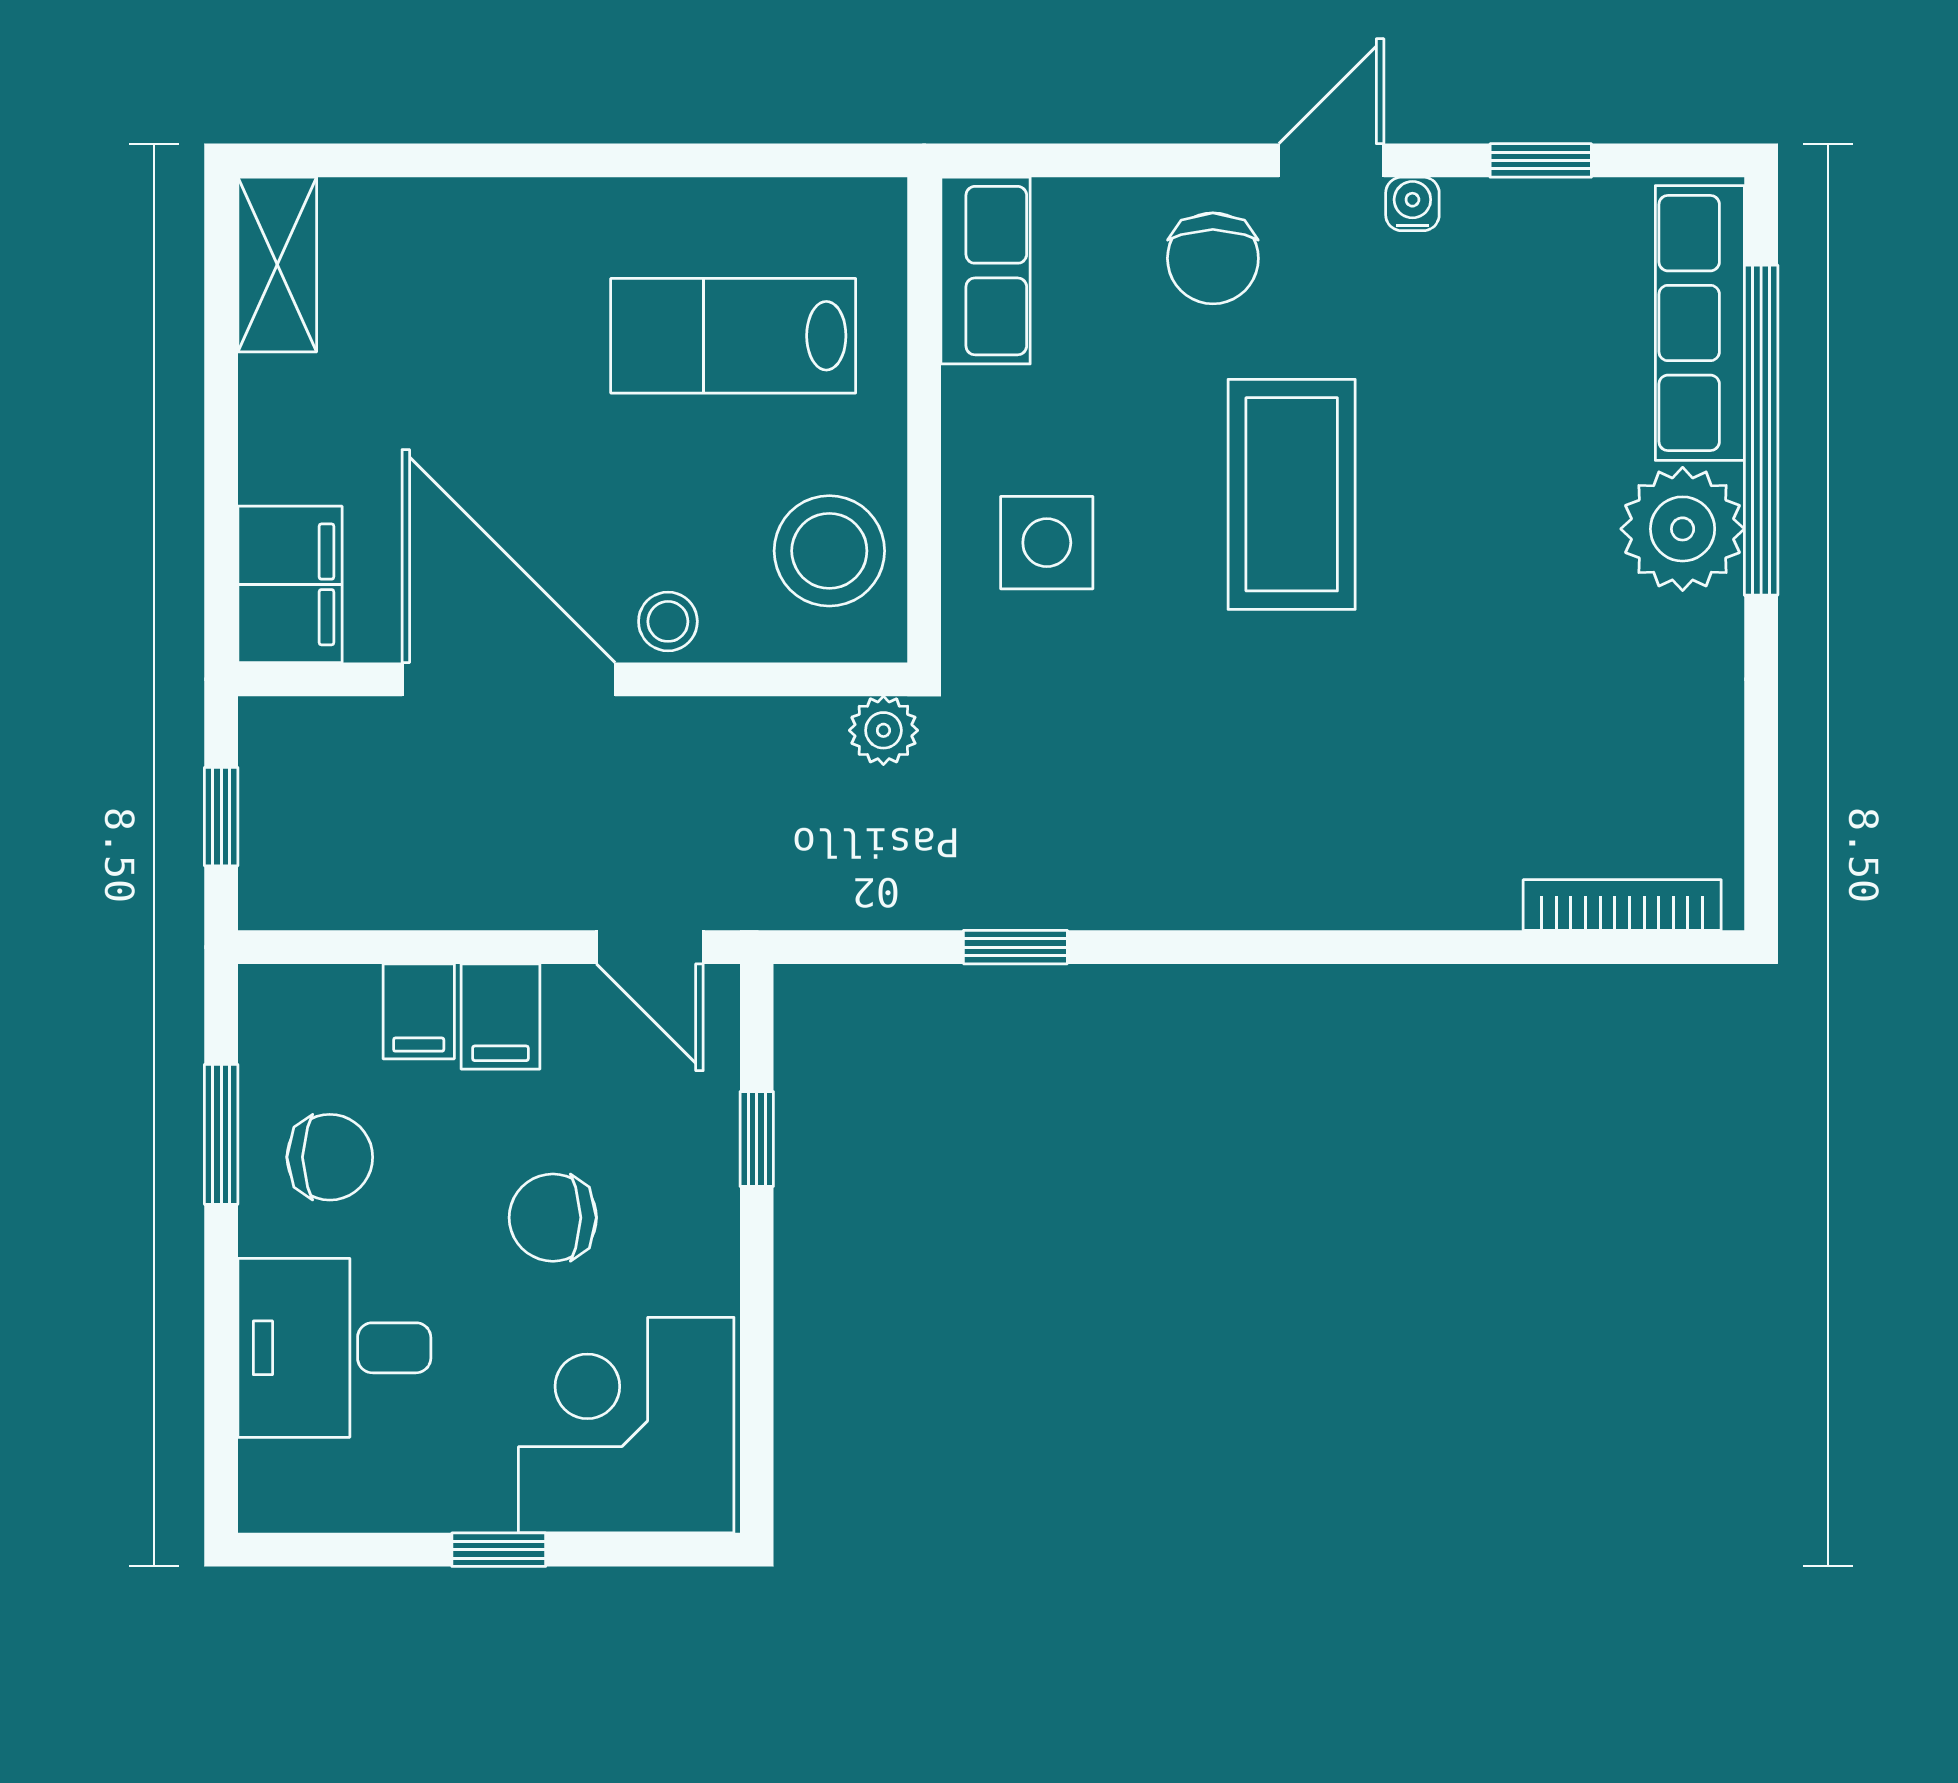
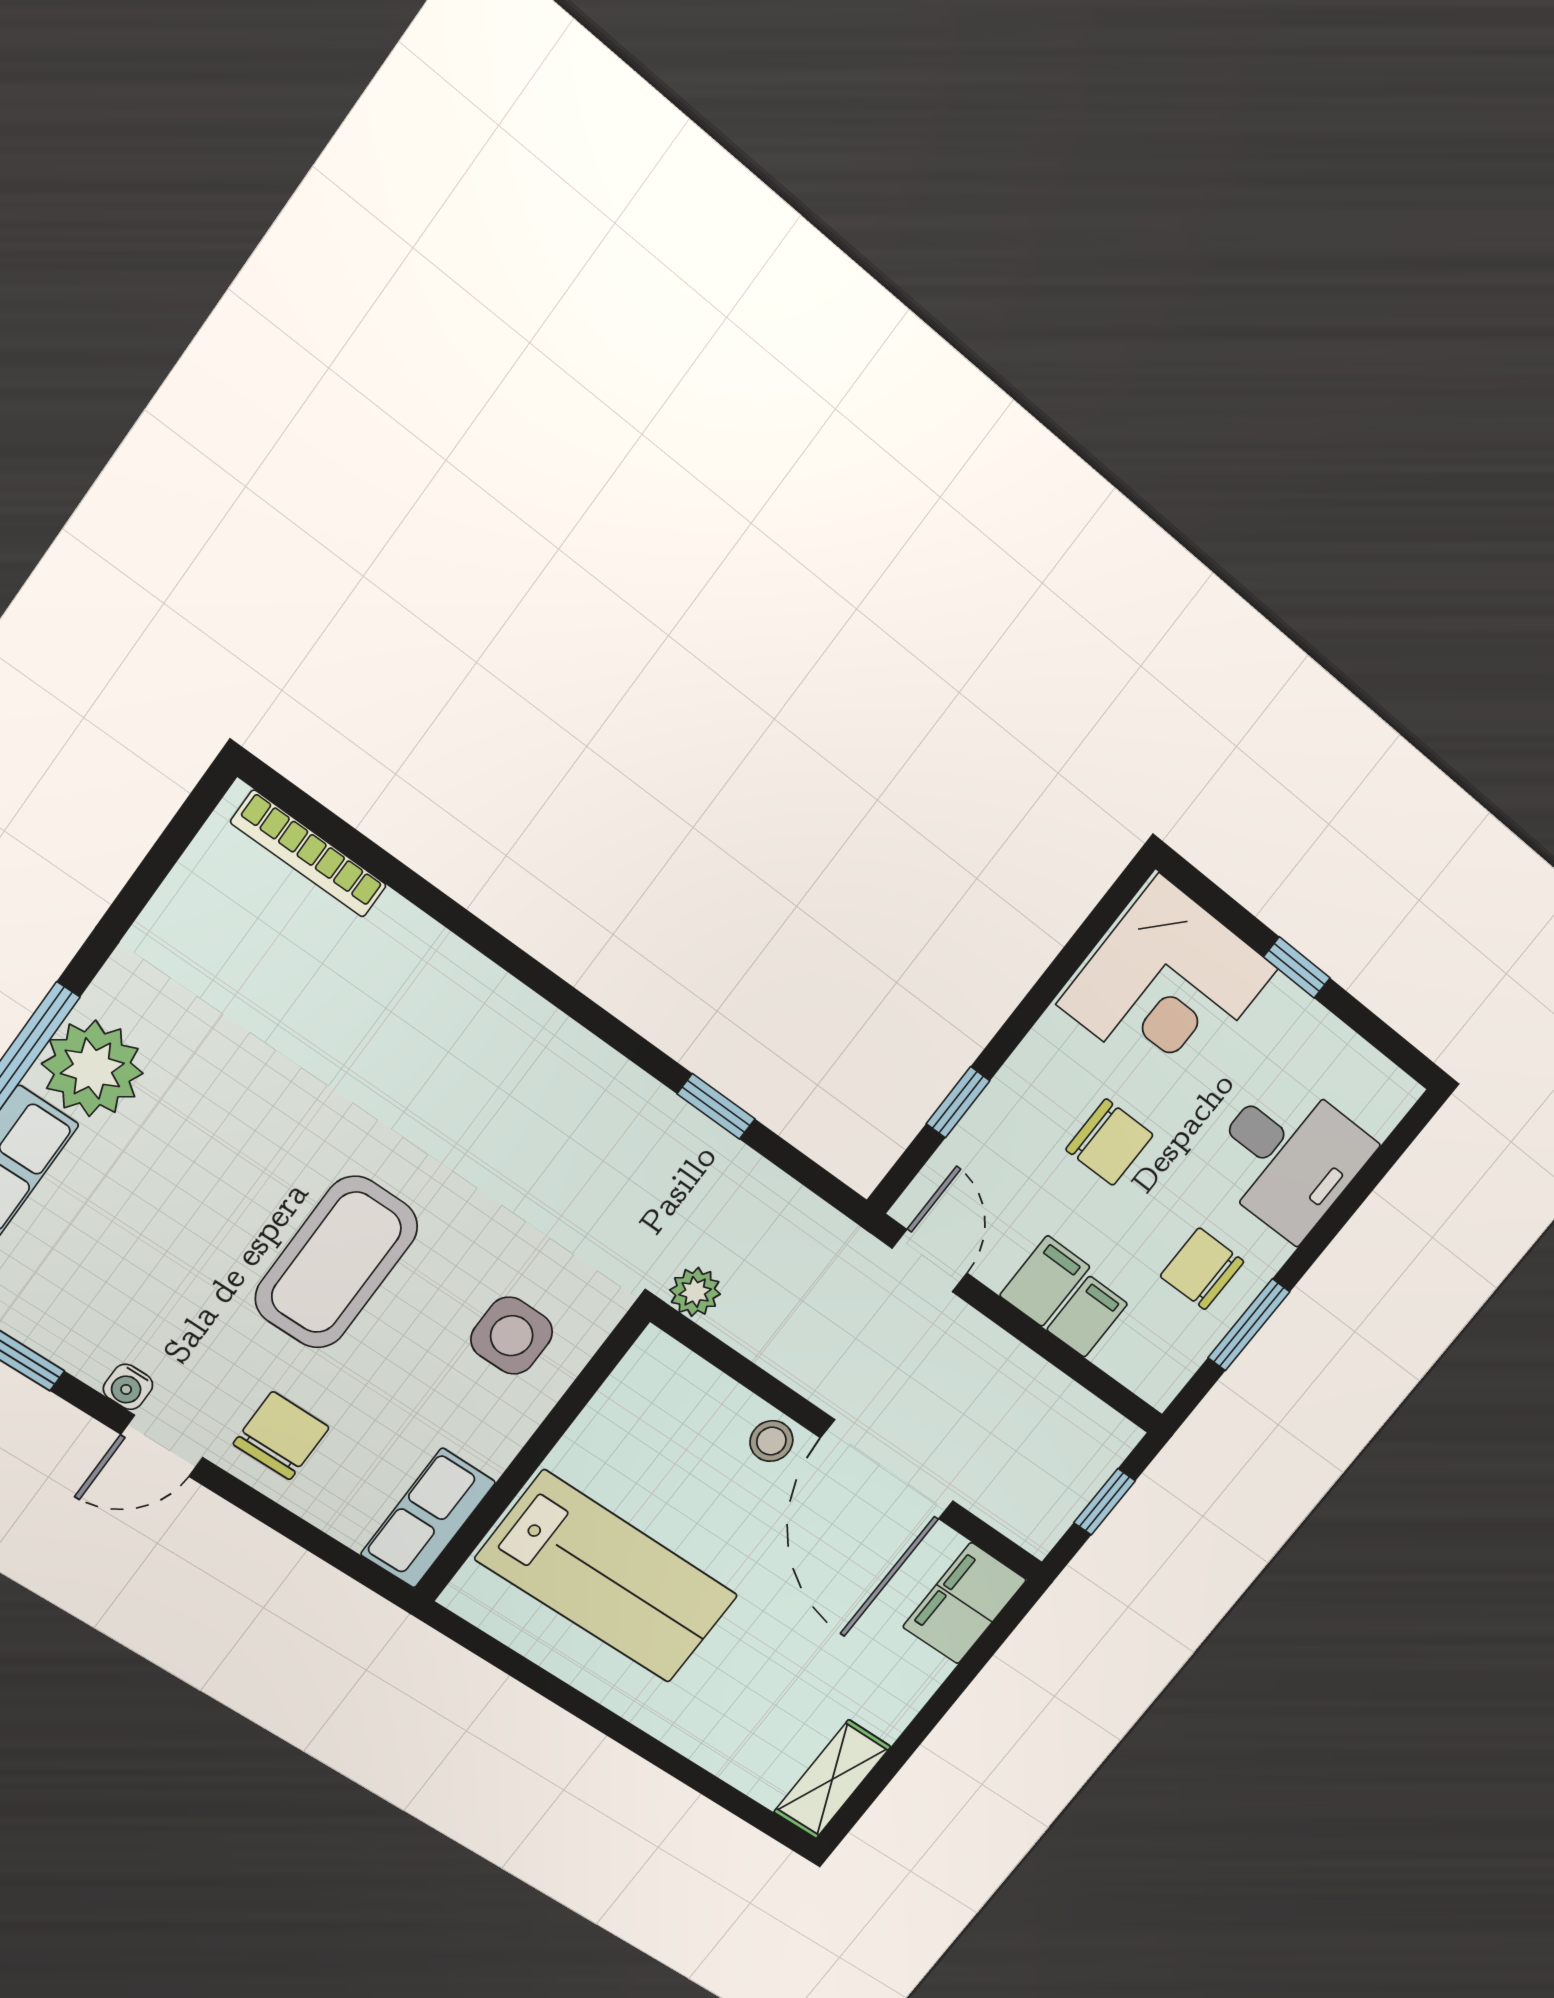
lab bench: (733, 336) -> (607, 1577), width x1.36, depth x1.39
stool: (829, 551) -> (646, 1418), removed

